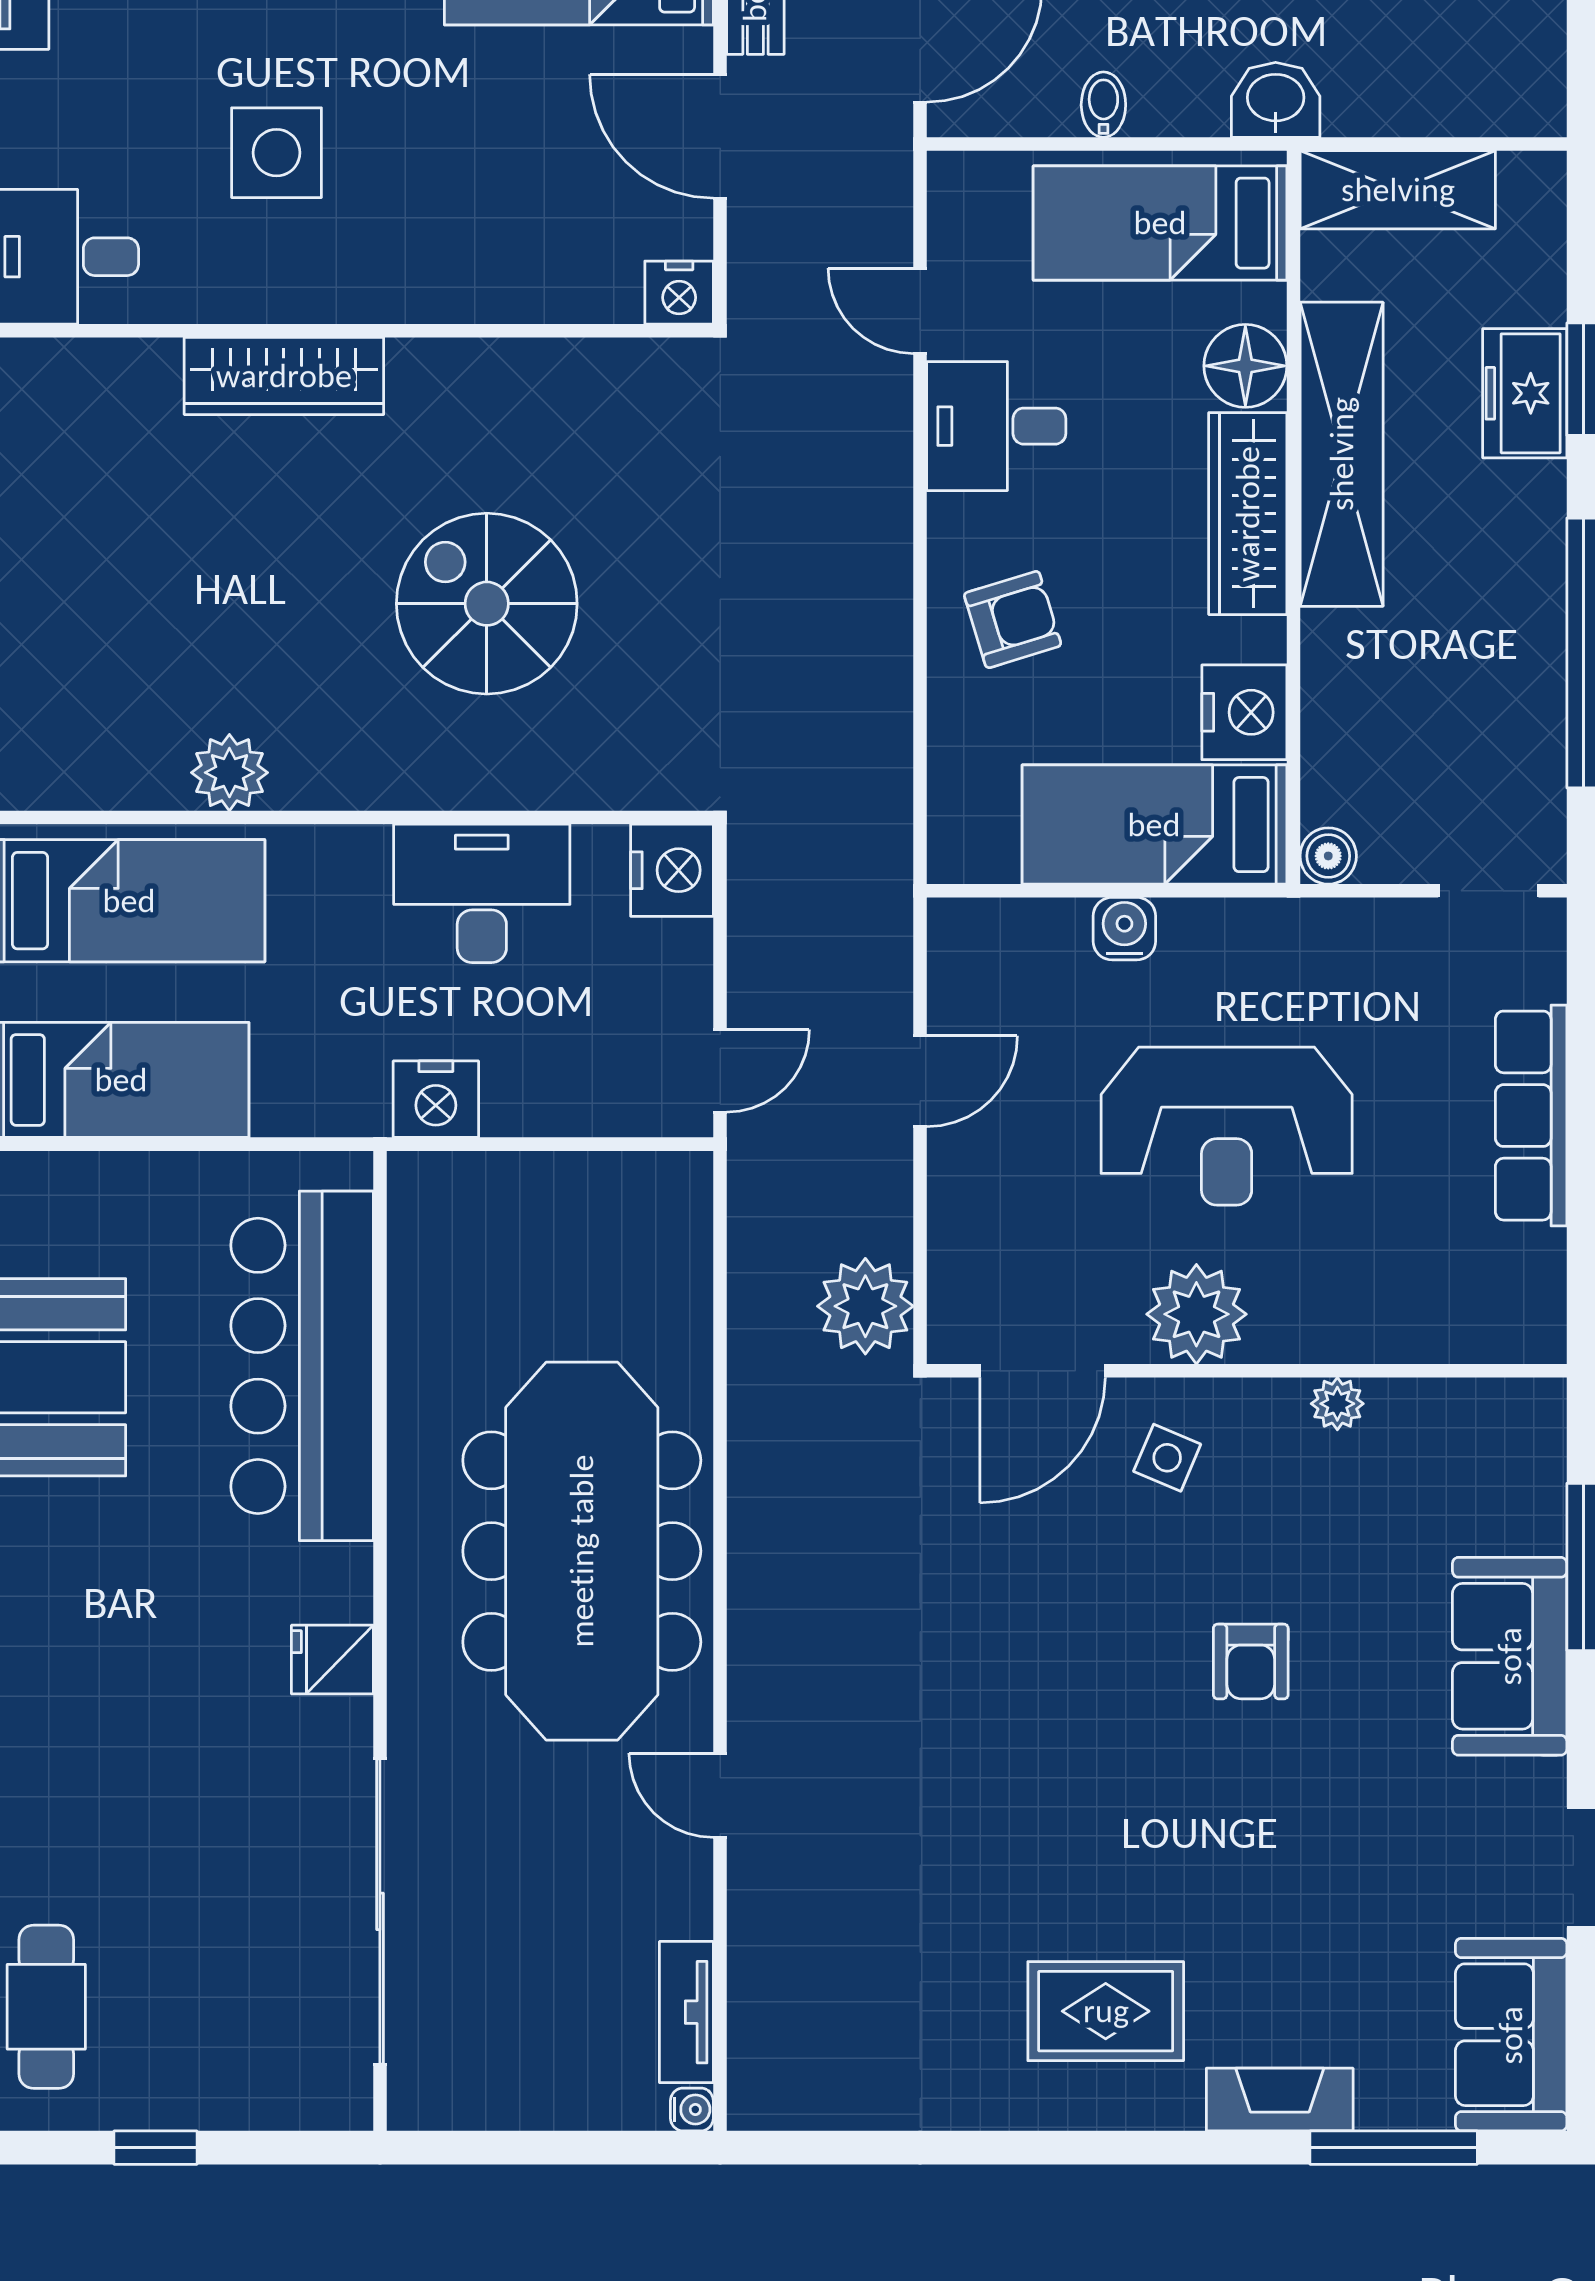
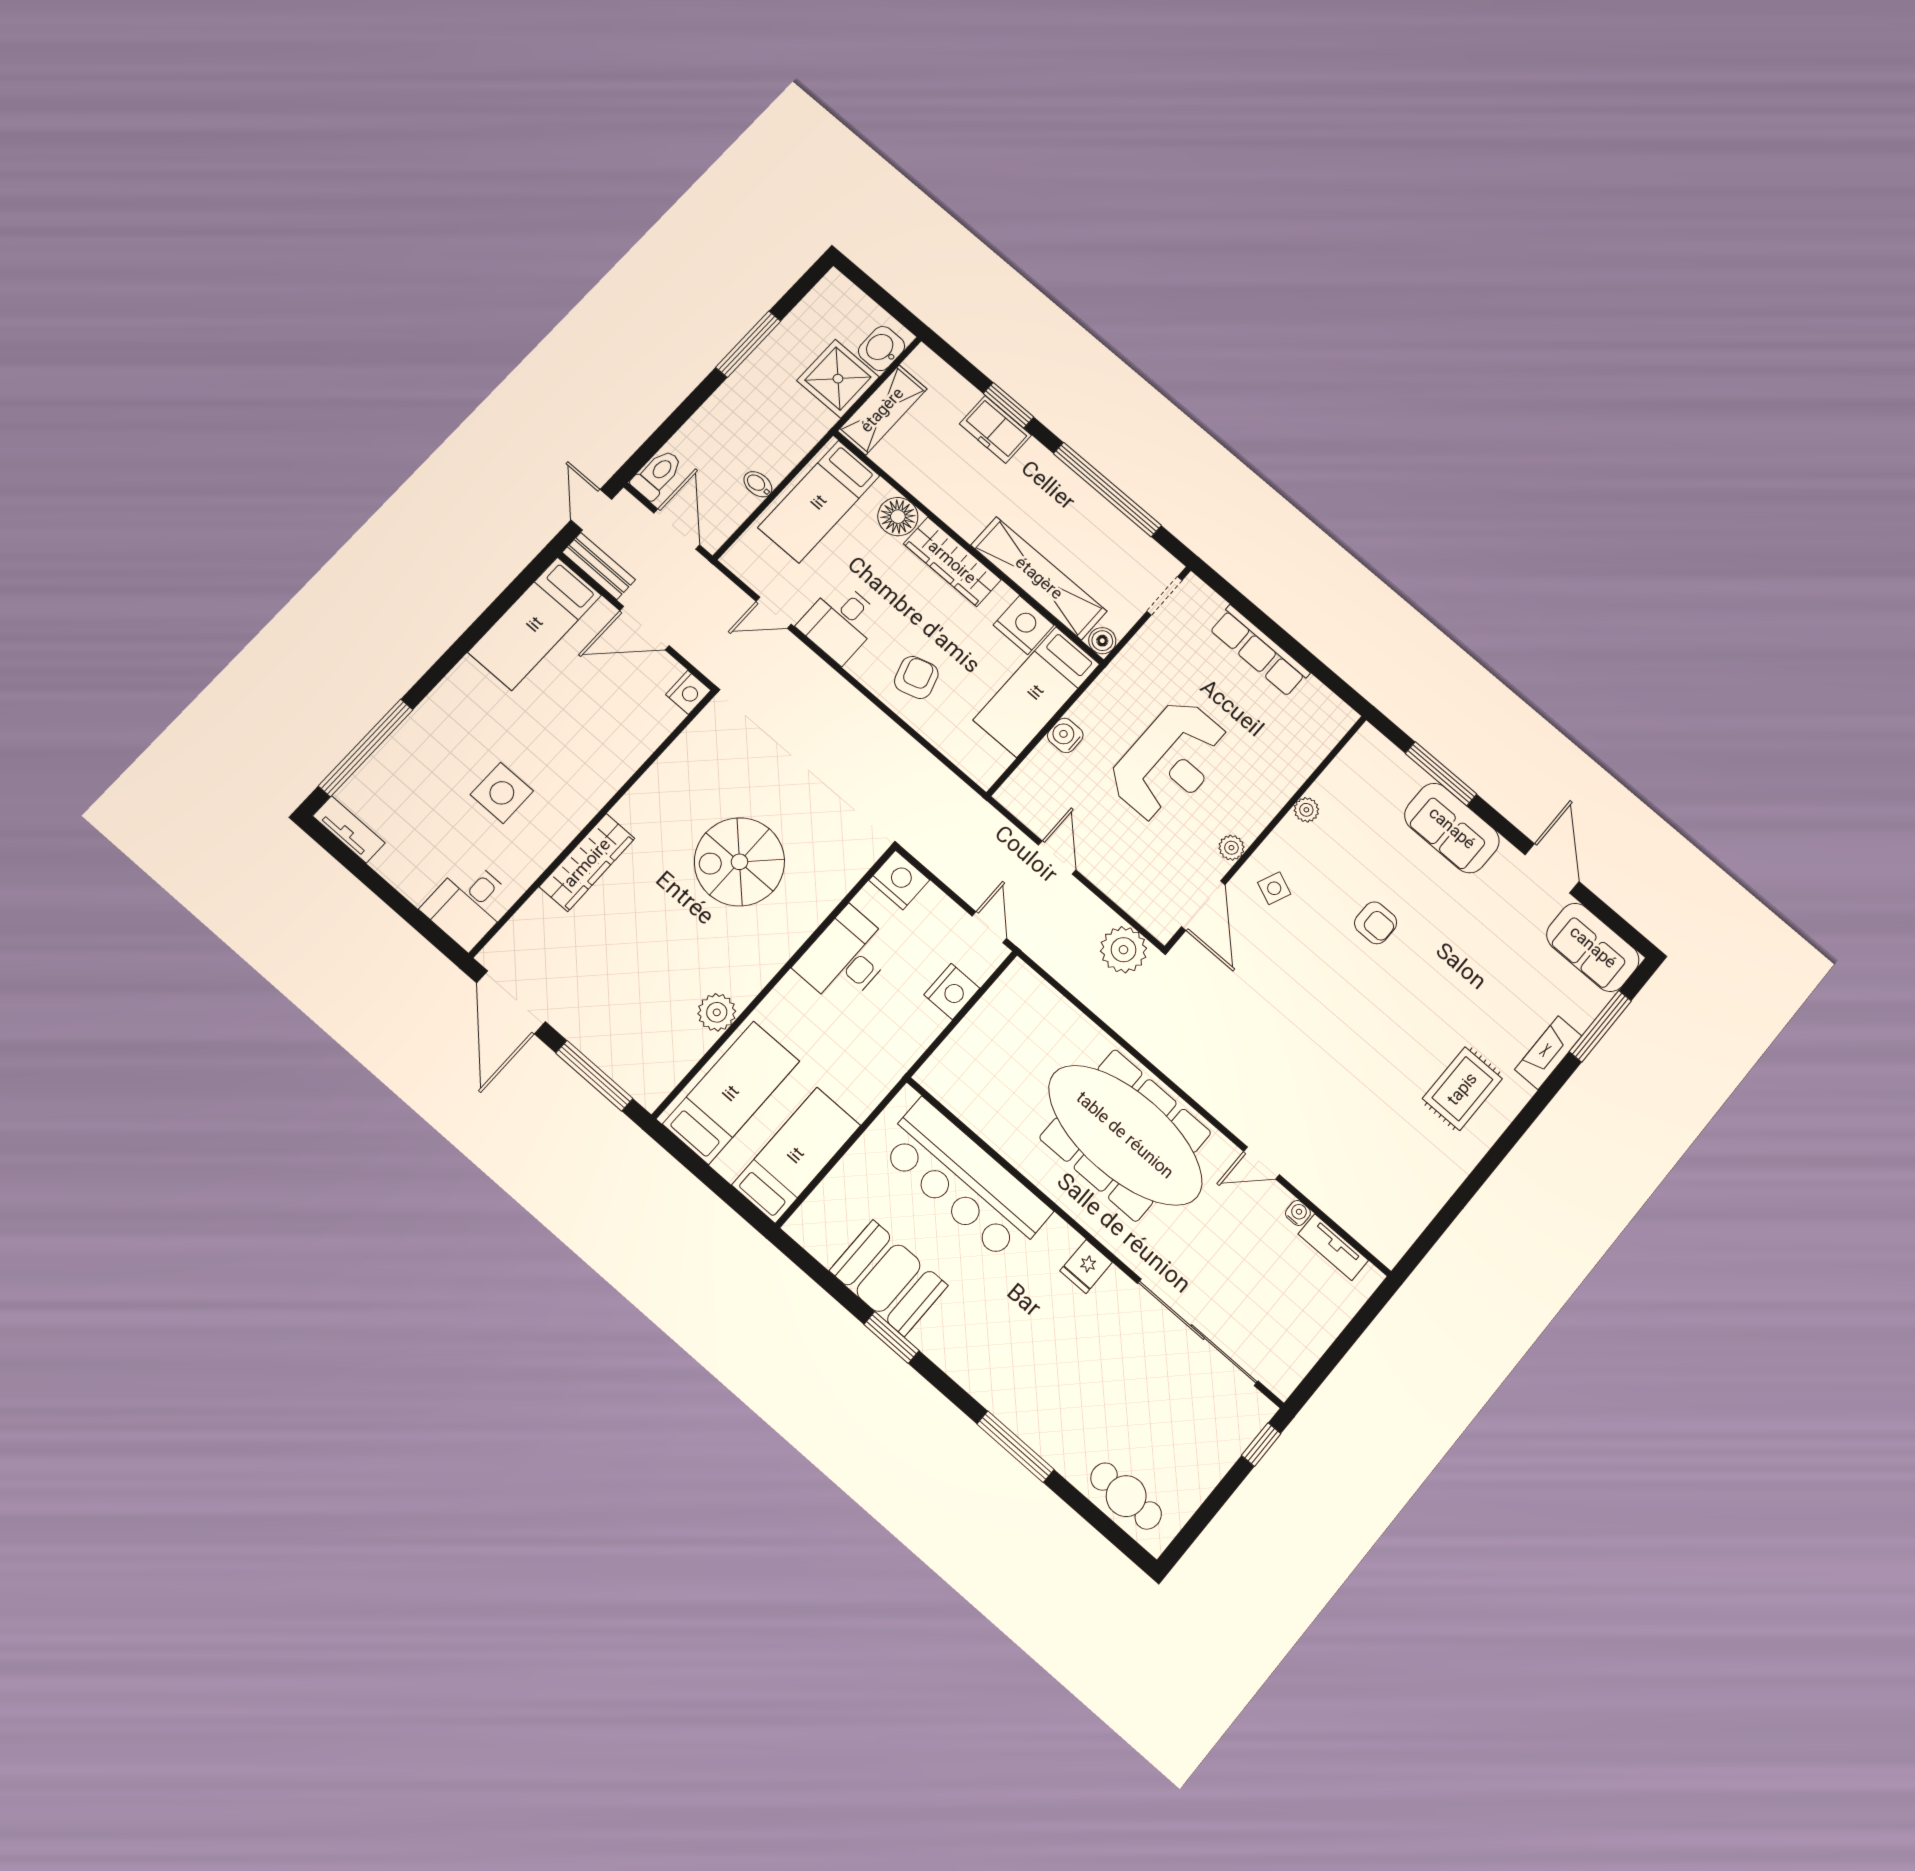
shower: (1387, 76) -> (838, 379), added
washbasin: (1276, 100) -> (882, 349), moved
shelving: (1342, 454) -> (1039, 578), moved
nightstand: (436, 1099) -> (952, 991), moved
plant: (1196, 1314) -> (1231, 848), width x0.53, depth x0.53
water cooler: (692, 2109) -> (1298, 1213), moved
window: (156, 2148) -> (1261, 1445), moved

